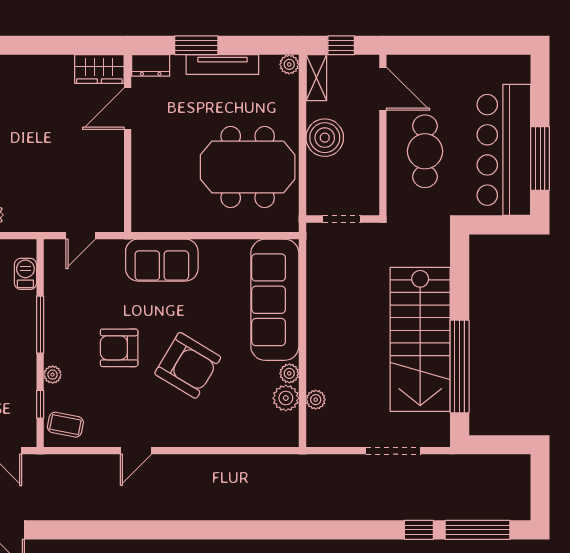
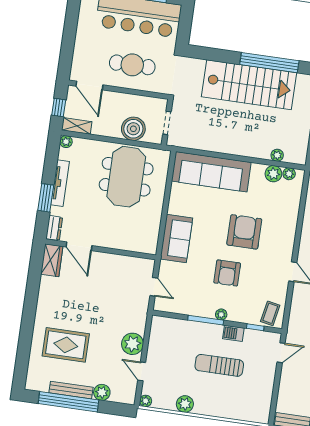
door: (383, 89) -> (89, 86), swing flipped
boiler: (325, 138) -> (133, 129), moved
barbecue: (25, 274) -> (233, 333), moved
armchair: (188, 365) -> (244, 232), turned -31
plant: (289, 373) -> (289, 174), moved
plant: (53, 375) -> (221, 314), moved

